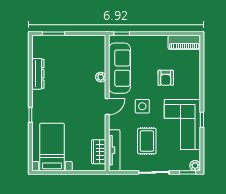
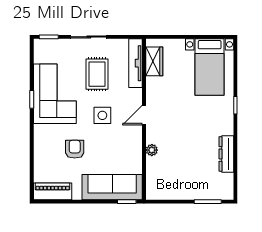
sofa: (120, 68) -> (112, 187), moved, turned 90
plant: (195, 166) -> (40, 45), removed

